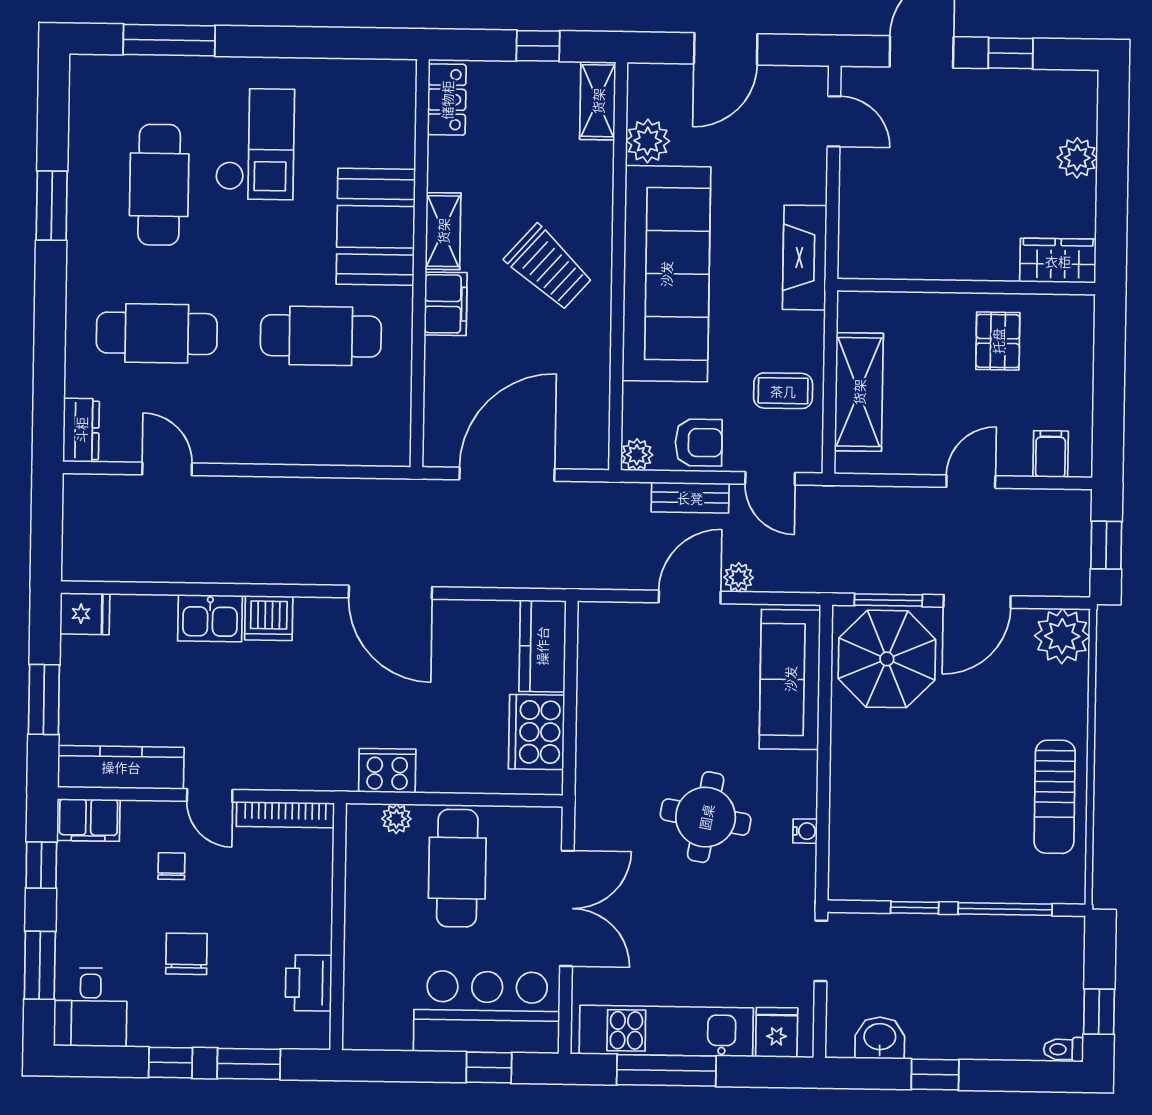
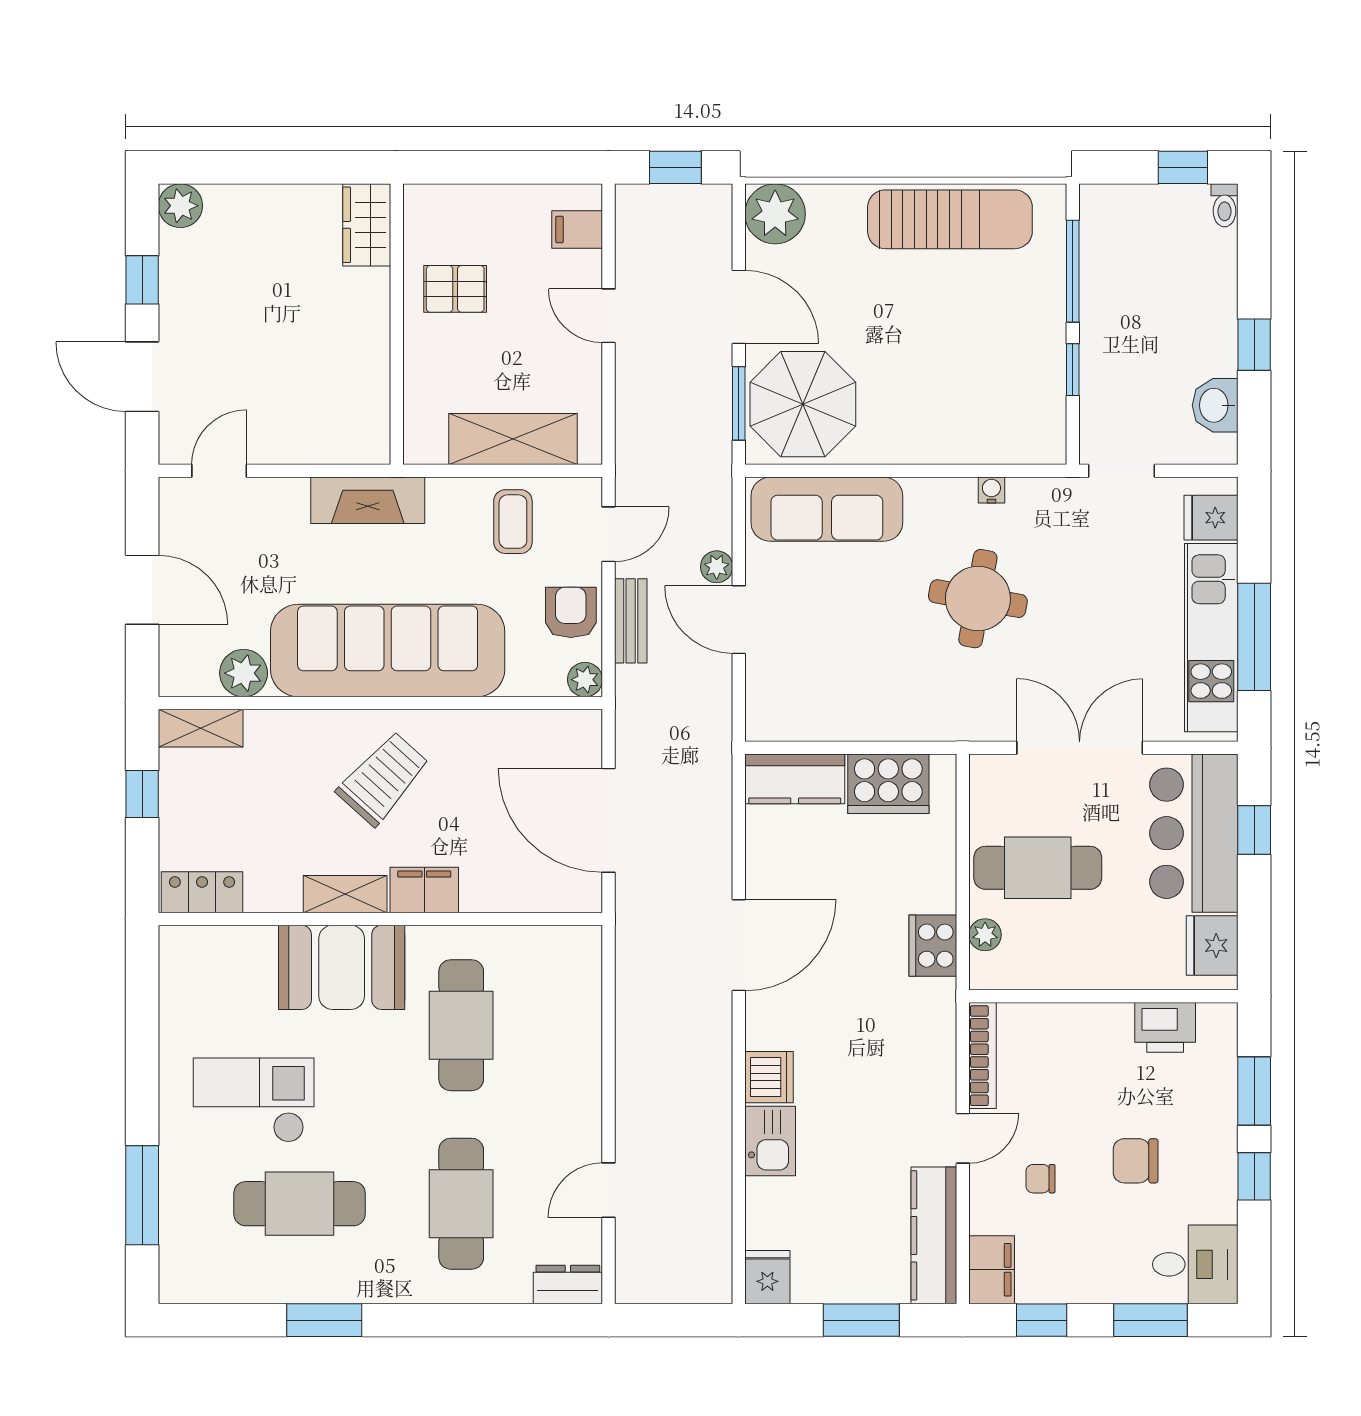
plant: (1077, 158) -> (180, 206), moved
sun lounger: (1055, 797) -> (950, 219), width x1.36, depth x1.34
fridge: (383, 1027) -> (1212, 945), added

